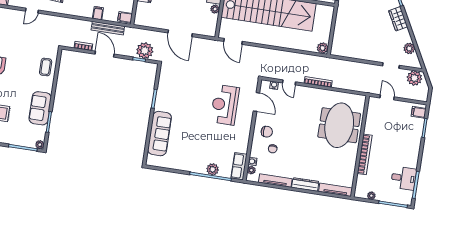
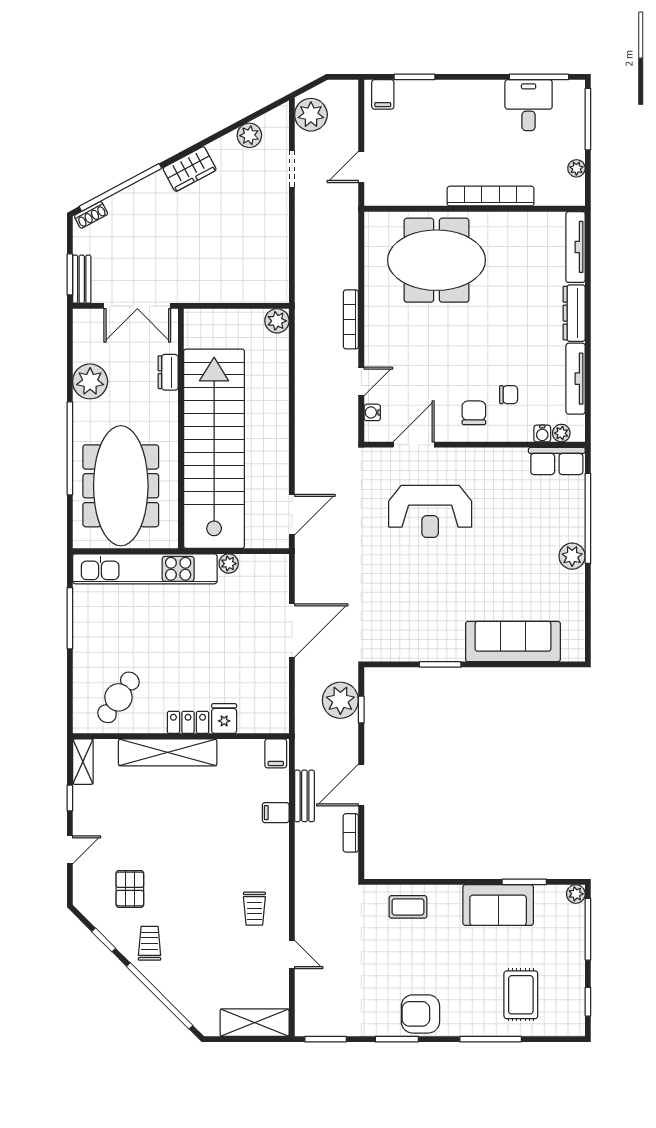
bench: (108, 28) -> (304, 796), width x0.73
plant: (213, 169) -> (572, 556), moved

